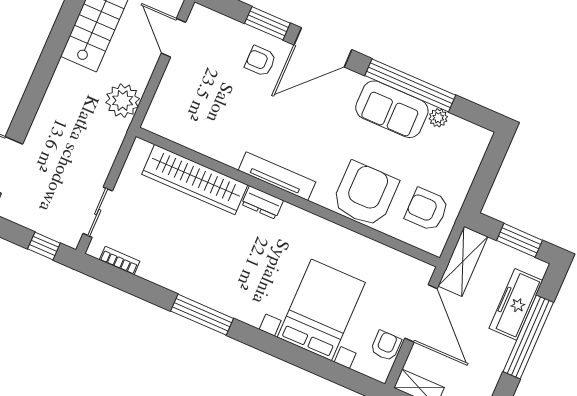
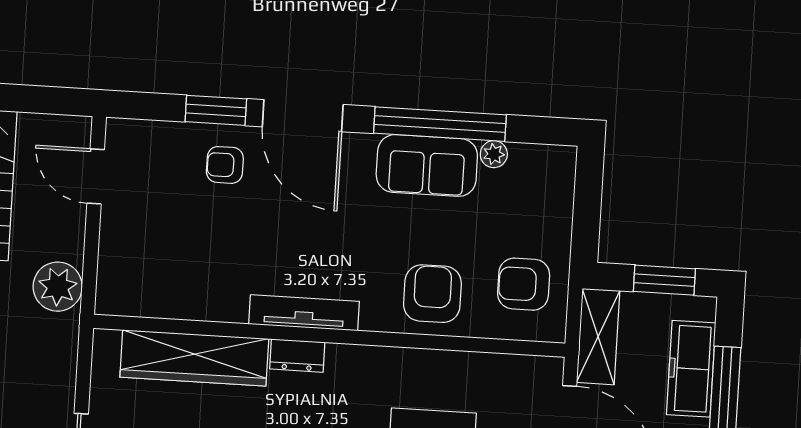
door: (323, 47) -> (303, 116), hinge flipped
armchair: (365, 194) -> (432, 294), width x0.73, depth x0.73

